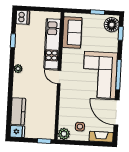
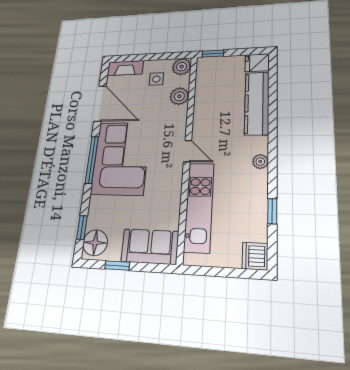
sofa: (72, 32) -> (150, 247), moved, turned 90
kitchen counter: (18, 111) -> (257, 103), width x1.50
plant: (65, 113) -> (179, 96), added

